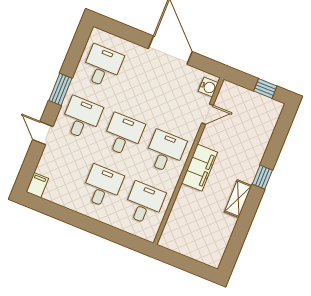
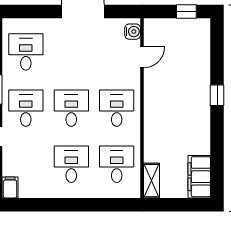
filing cabinet: (200, 168) -> (199, 177), moved, turned 180
shelving: (238, 199) -> (152, 181), moved

